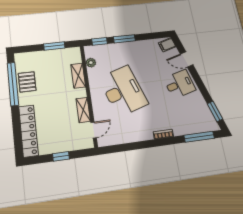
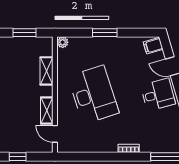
window: (99, 41) -> (76, 33), removed
plant: (91, 63) -> (63, 42), moved
door: (94, 130) -> (55, 134), swing flipped

